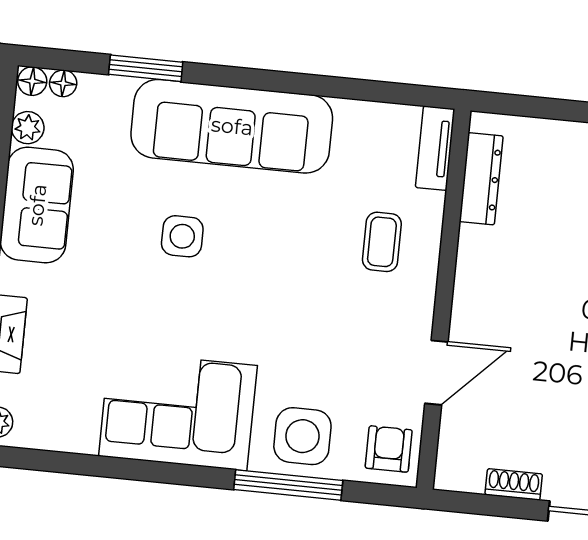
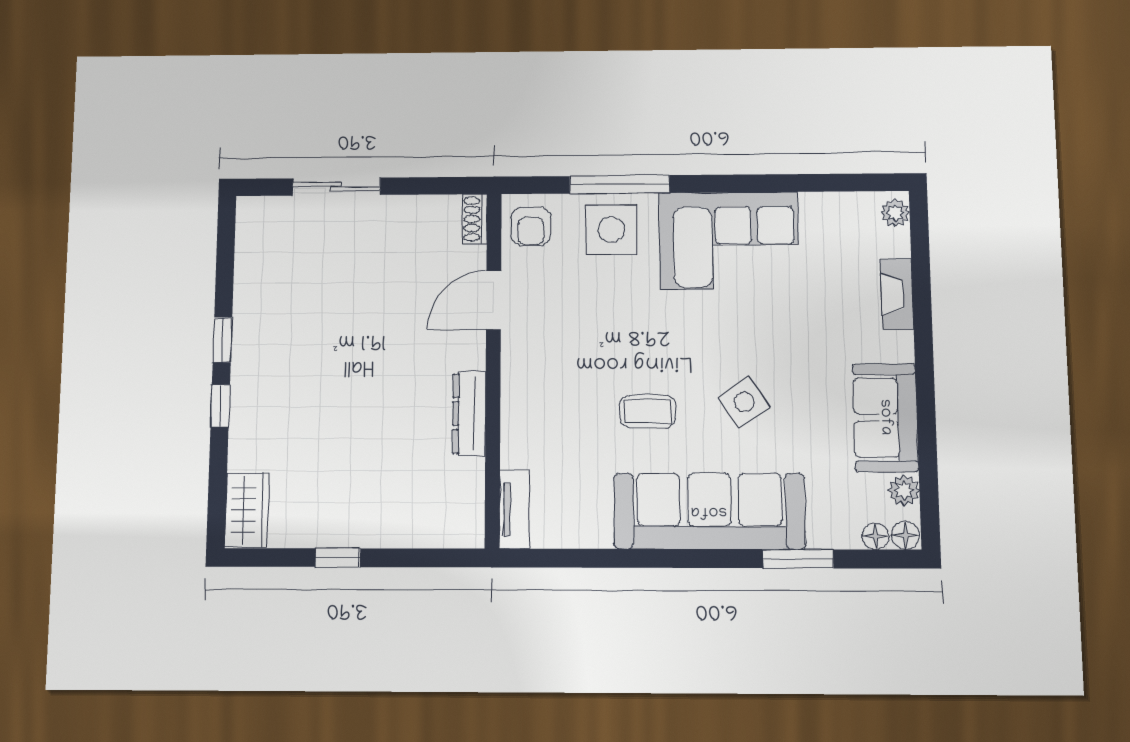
dresser: (481, 179) -> (469, 413), moved
side table: (182, 236) -> (744, 402), turned -34
coffee table: (382, 242) -> (648, 411), moved, turned 90
shoe rack: (514, 484) -> (475, 219), moved, turned 90

